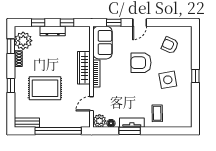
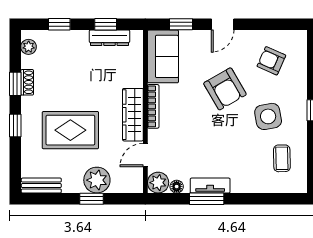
dresser: (53, 31) -> (109, 38), moved
plant: (23, 41) -> (29, 47), width x0.53, depth x0.53
window: (11, 46) -> (15, 84), moved
armchair: (141, 63) -> (225, 89), turned -120
wardrobe: (84, 68) -> (133, 115), moved
coffee table: (157, 113) -> (282, 158), moved
plant: (61, 119) -> (97, 180), added
window: (58, 131) -> (91, 199), width x0.32

